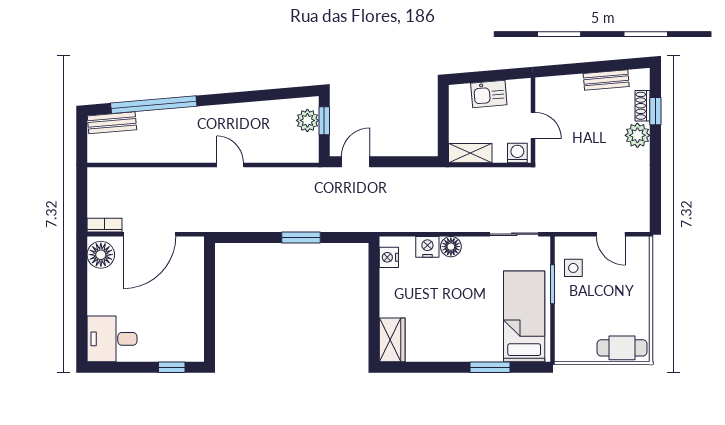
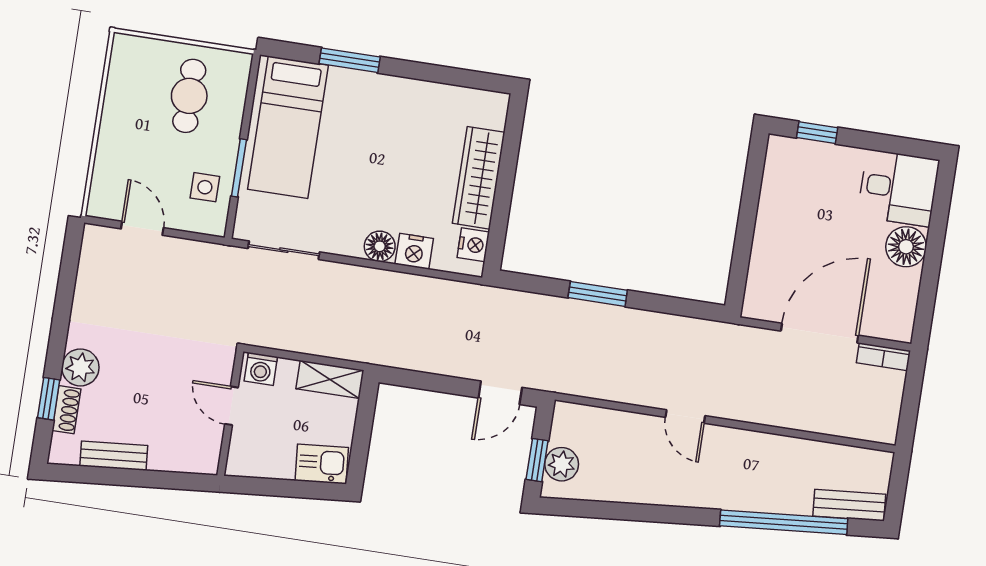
kitchen sink: (489, 94) -> (322, 464), moved
floor lamp: (101, 255) -> (906, 247), moved
wardrobe: (392, 340) -> (479, 178), moved, width x1.50
cafe table: (622, 348) -> (189, 96), moved, turned 90

